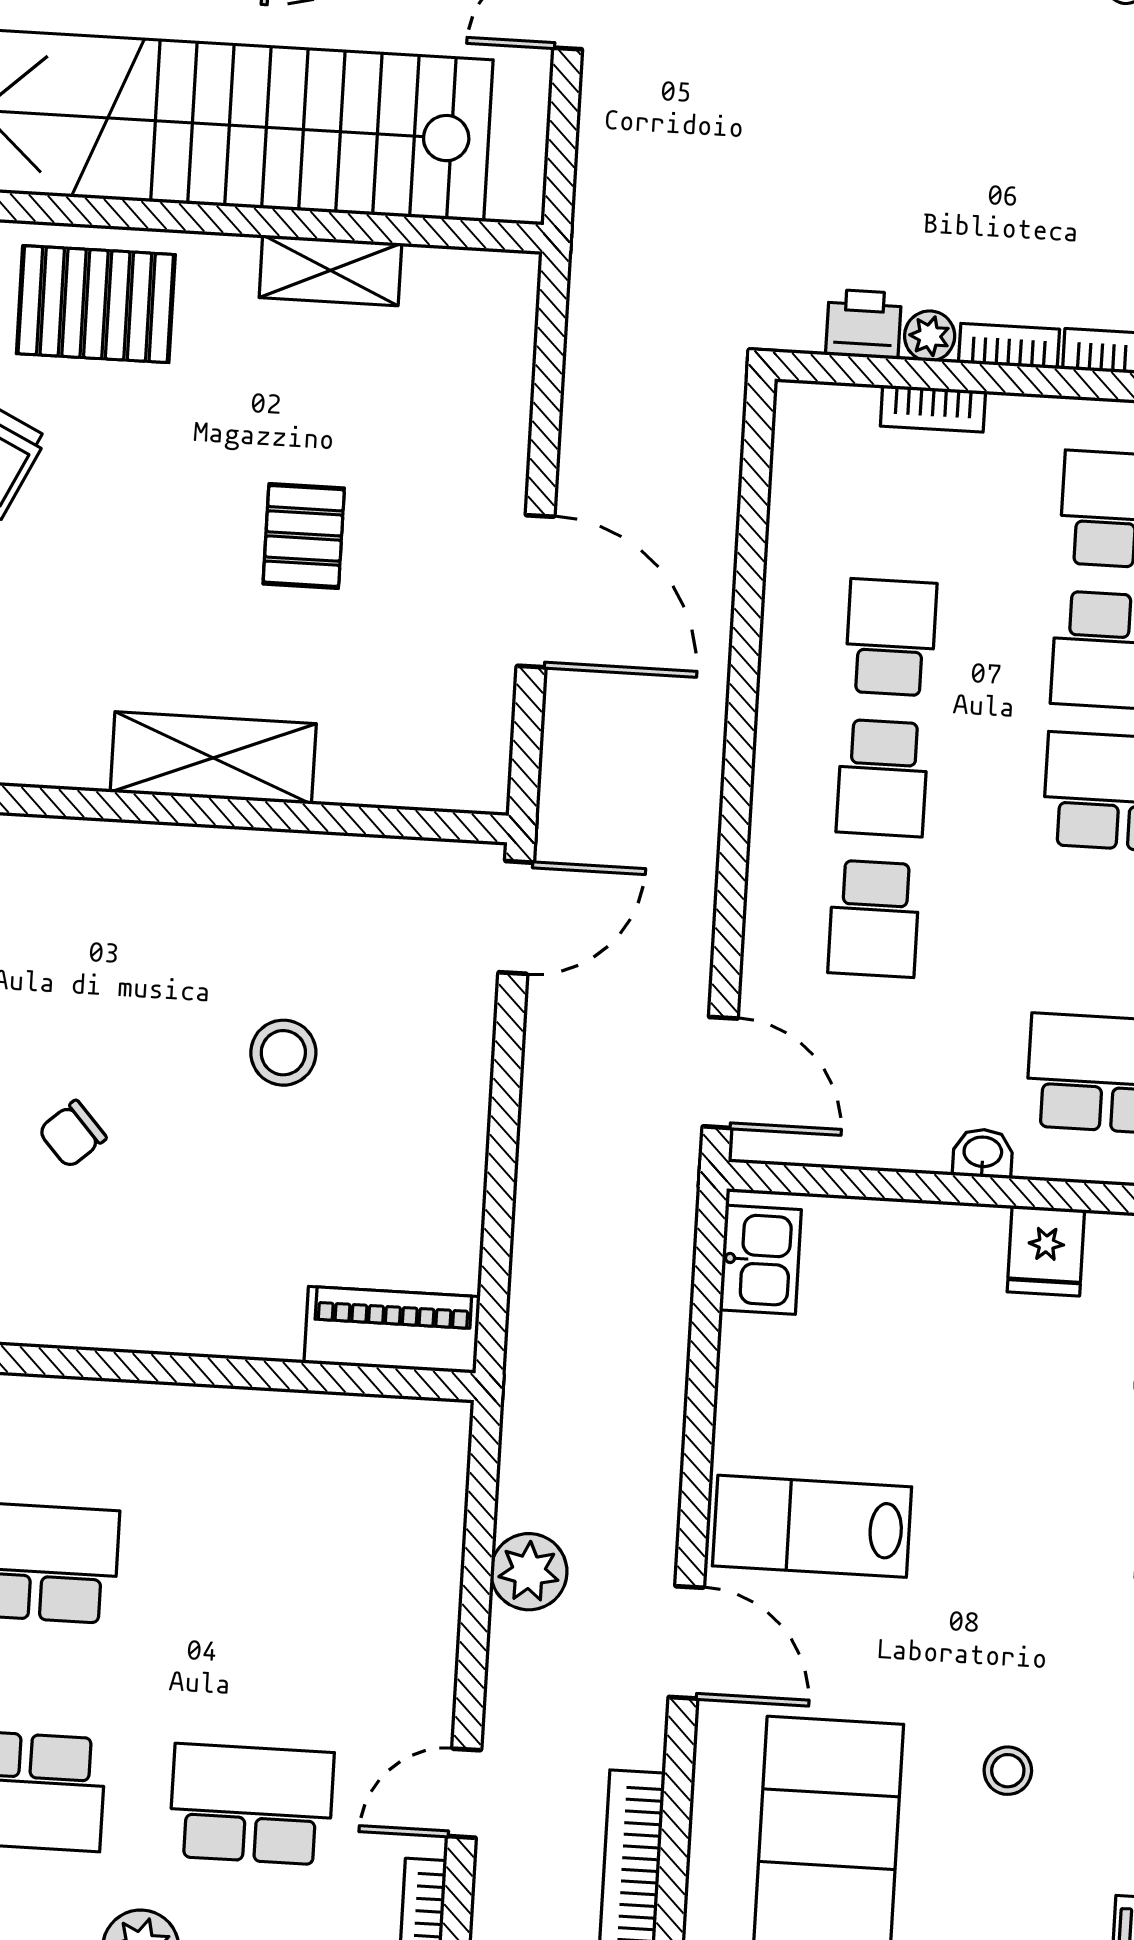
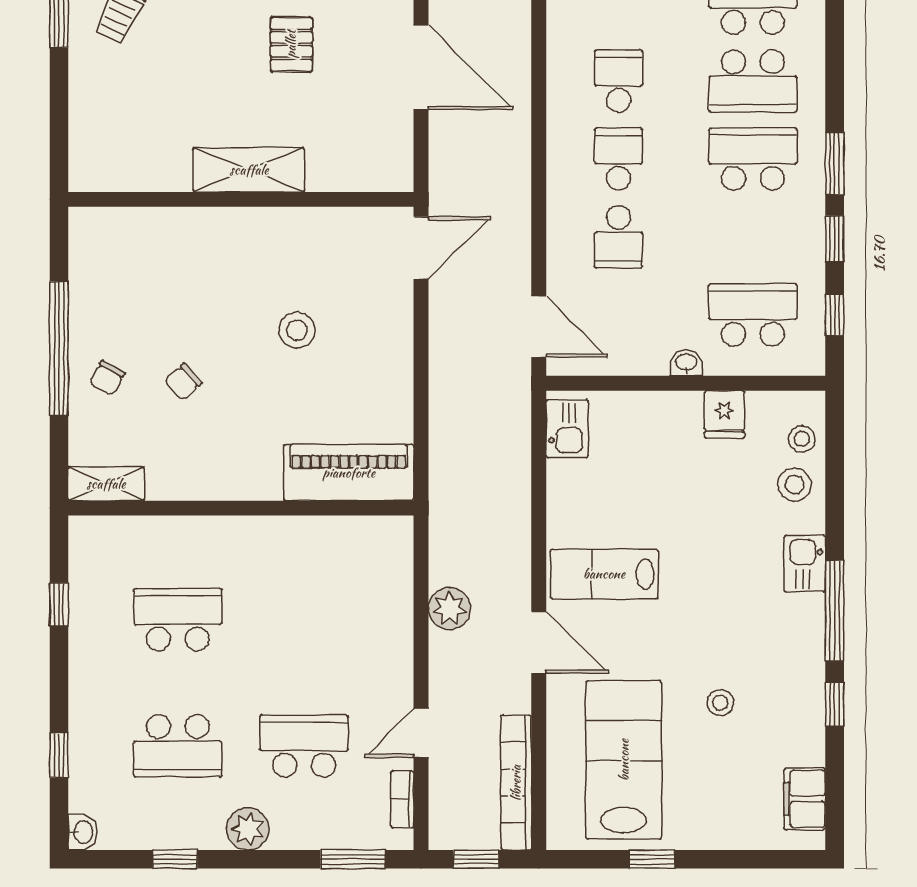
school desk: (882, 778) -> (619, 159), turned 180
piano: (392, 1330) -> (349, 473), width x1.37, depth x1.33

